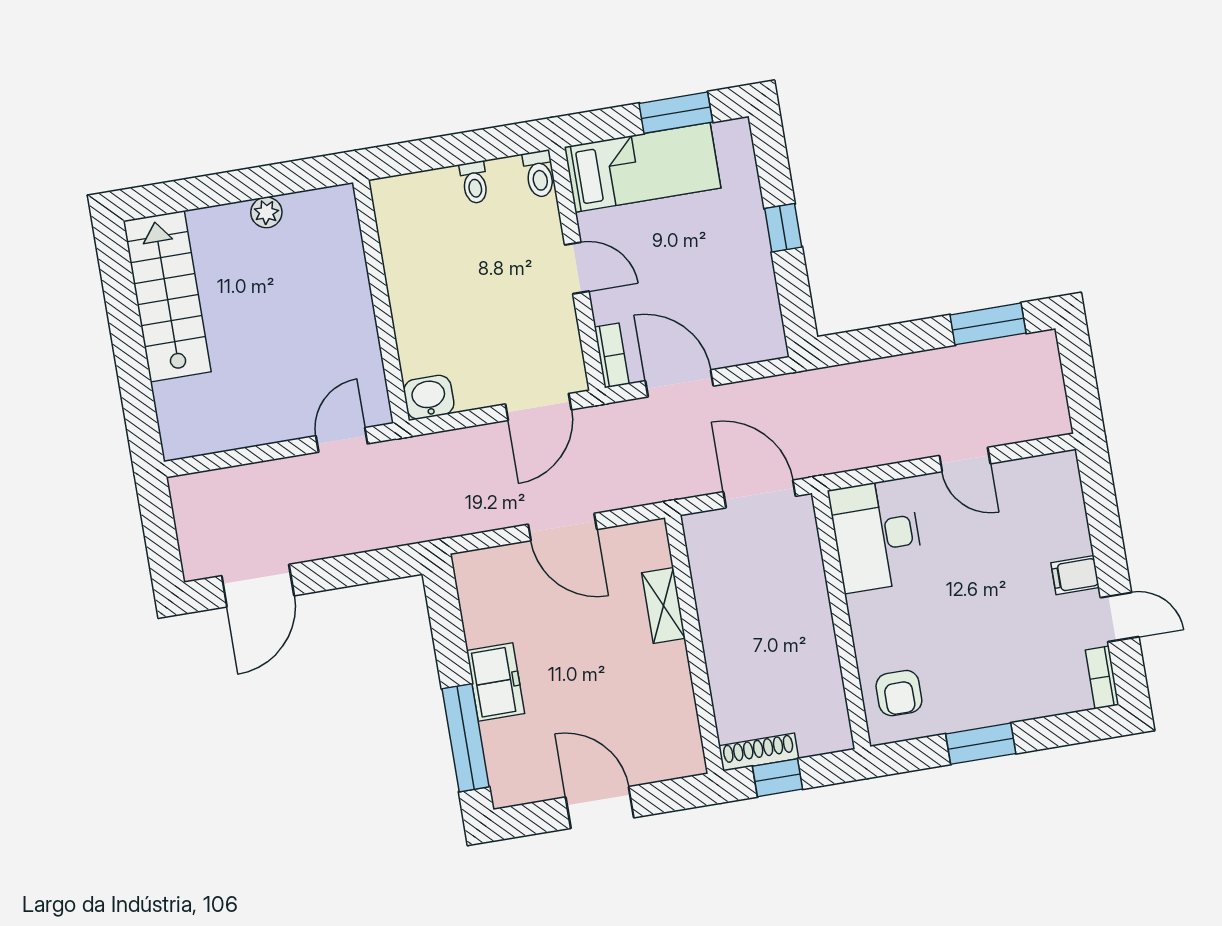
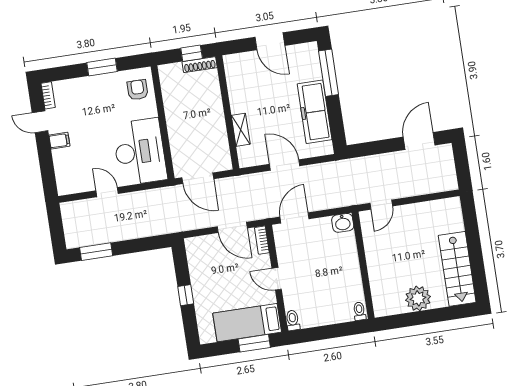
window: (676, 113) -> (254, 343), moved
toilet: (474, 183) -> (359, 311), moved
plant: (266, 212) -> (418, 298), width x1.88, depth x1.88
desk: (877, 535) -> (140, 152), width x1.36, depth x1.30
freezer: (495, 682) -> (315, 112), width x1.91, depth x1.26

